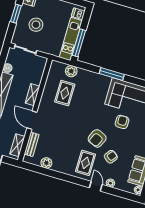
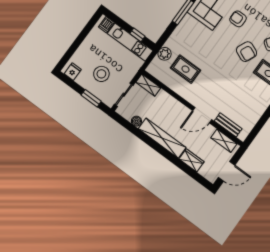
window: (16, 14) -> (91, 98), moved
window: (79, 43) -> (137, 35), width x0.46
shelving: (32, 95) -> (148, 85), moved
plant: (46, 163) -> (254, 116), removed

